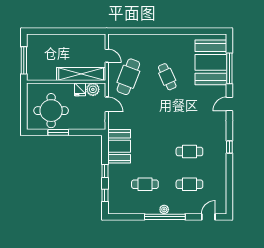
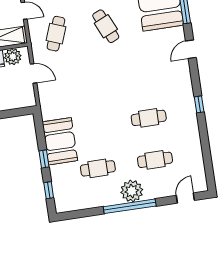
cafe table: (128, 77) -> (56, 34), width x0.73, depth x0.74
booth: (119, 146) -> (60, 141), moved
plant: (164, 209) -> (132, 191), width x1.88, depth x1.88

